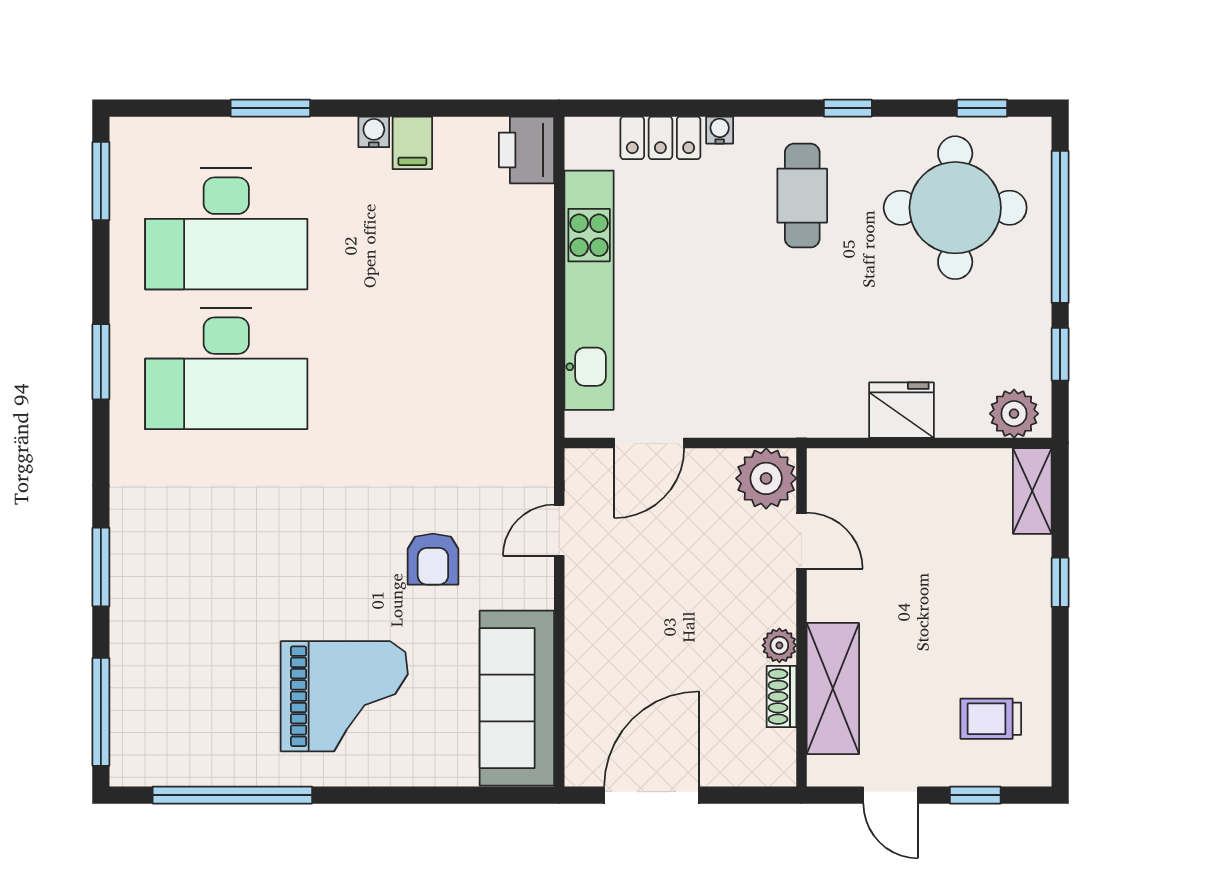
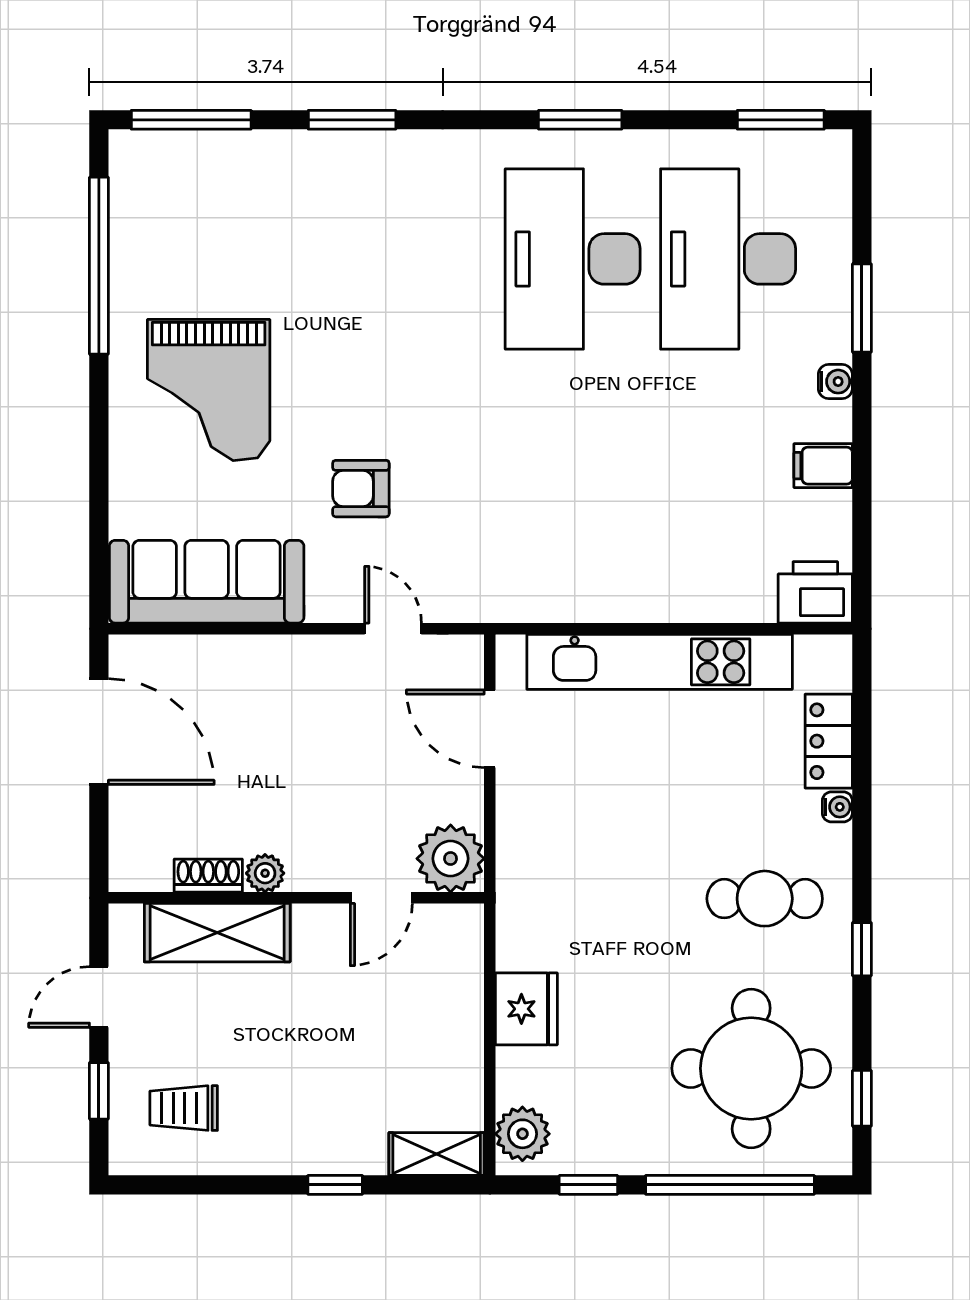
water cooler: (374, 132) -> (835, 382), moved
trolley: (991, 719) -> (184, 1108), turned -90

